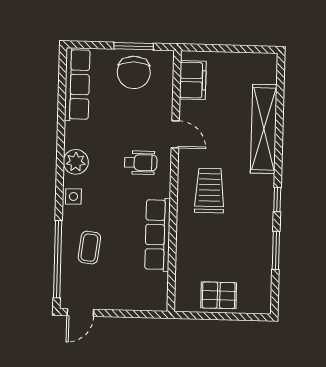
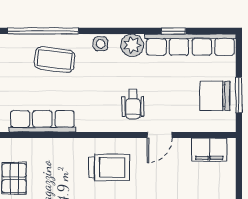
row of seats: (77, 84) -> (190, 45), width x1.36
window: (61, 116) -> (174, 31), added
row of seats: (158, 235) -> (42, 121), moved
coffee table: (89, 248) -> (54, 60), width x1.36, depth x1.30

